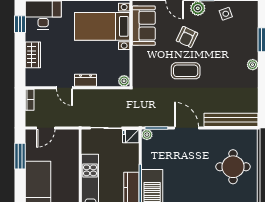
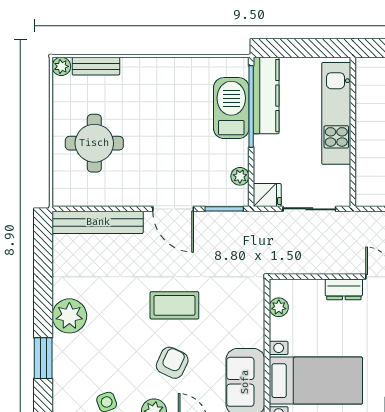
plant: (253, 65) -> (69, 316), width x1.88, depth x1.88
plant: (124, 81) -> (279, 307), moved
plant: (147, 135) -> (240, 176), moved

